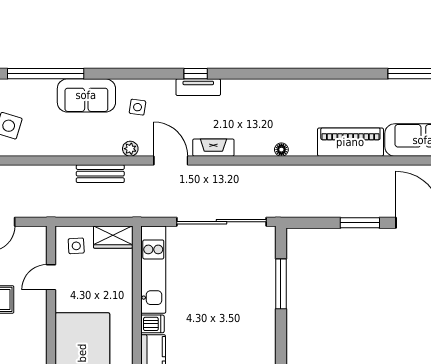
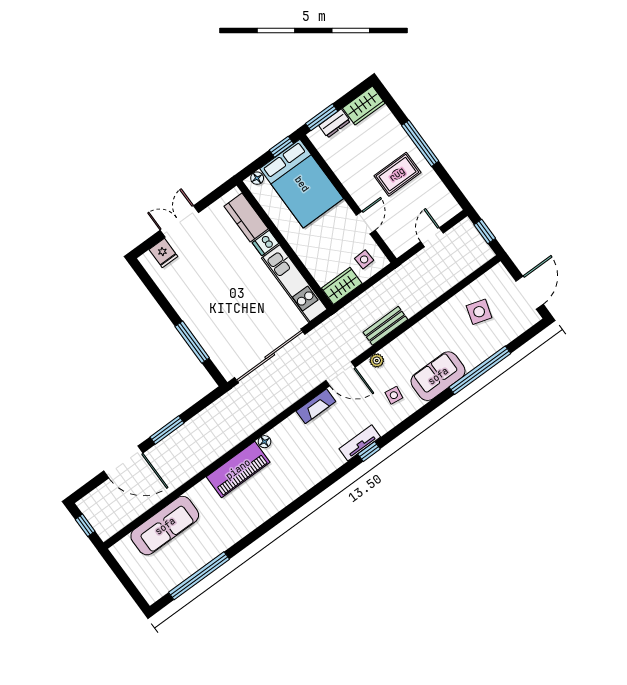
piano: (350, 142) -> (238, 469), moved

